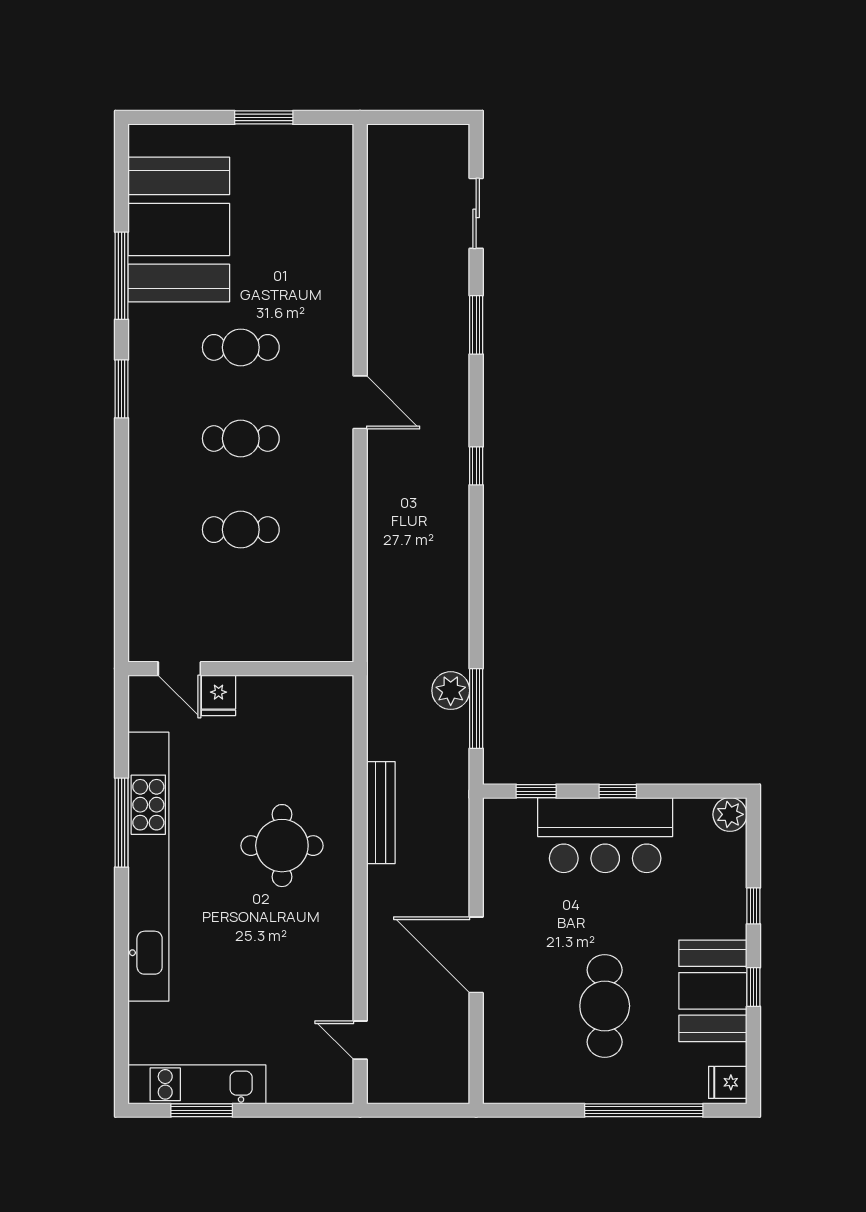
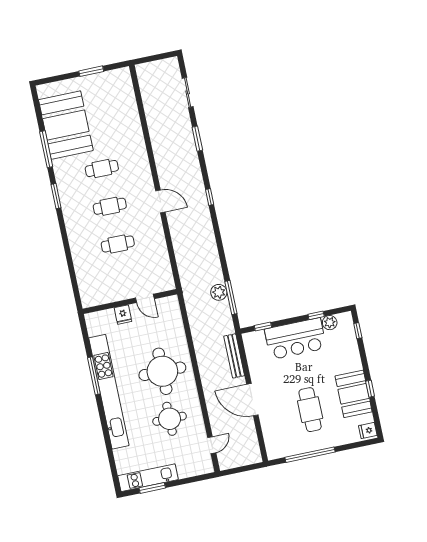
door: (360, 402) -> (160, 201), moved
door: (179, 669) -> (145, 298), moved
window: (618, 791) -> (316, 315), moved
bench: (381, 813) -> (234, 356), moved
plant: (730, 814) -> (330, 323), moved
round table: (282, 846) -> (162, 371), width x1.36, depth x1.36
window: (753, 906) -> (358, 331), moved
round table: (275, 959) -> (170, 419), added
door: (360, 1040) -> (212, 445), swing flipped
window: (644, 1110) -> (310, 455), moved

